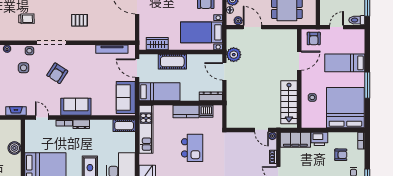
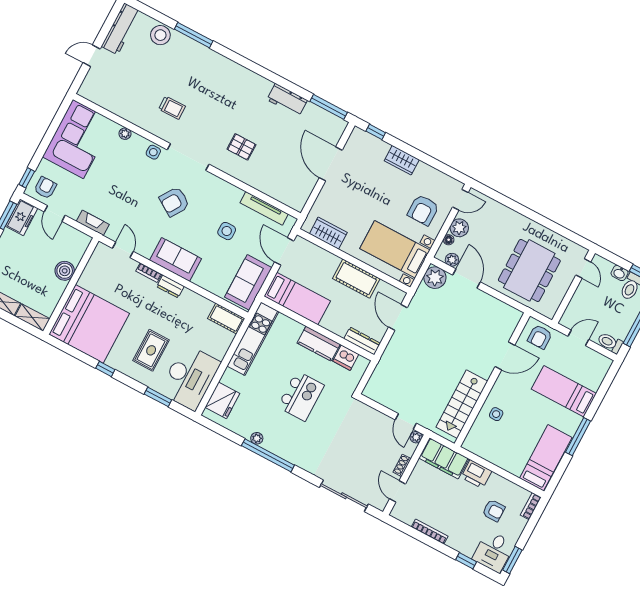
plant: (234, 55) -> (435, 278), moved
cot: (172, 62) -> (356, 279), moved
side table: (24, 68) -> (227, 231), moved
bed: (345, 108) -> (546, 458), width x0.49

